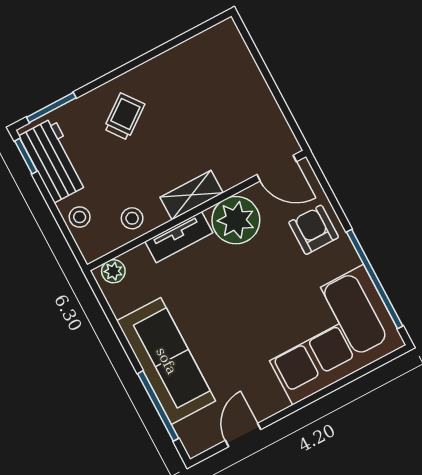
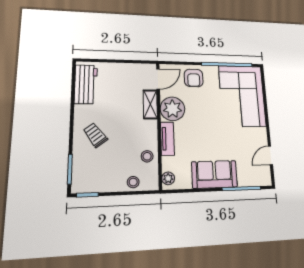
workbench: (54, 160) -> (86, 84), moved, turned 90
shelving: (192, 195) -> (150, 104), moved
armchair: (314, 230) -> (194, 78), turned -90
sofa: (166, 361) -> (214, 174), width x0.73
door: (243, 435) -> (270, 155), hinge flipped

